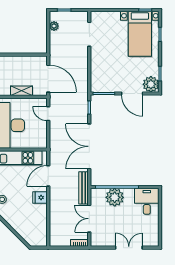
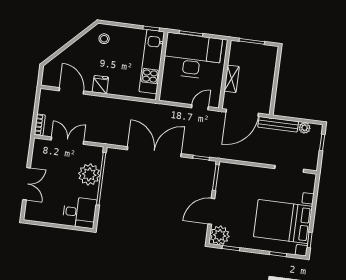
bed with nightstands: (140, 34) -> (283, 222), width x1.36
door: (48, 176) -> (71, 91), moved
bench: (84, 188) -> (278, 124), moved

